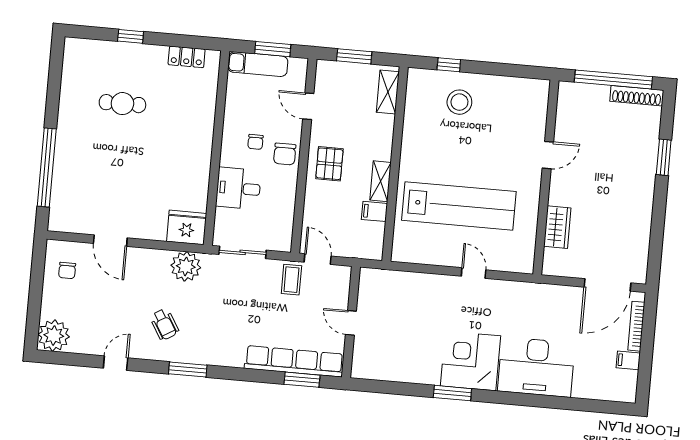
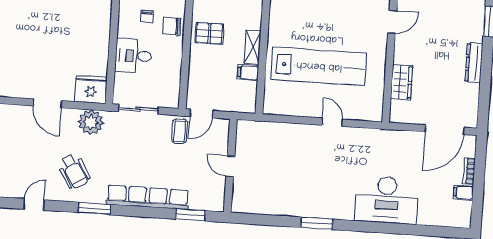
chair: (285, 154) -> (172, 26), turned 90
pallet: (329, 164) -> (209, 33), turned 90
dresser: (644, 206) -> (474, 63), added
door: (110, 241) -> (47, 103), moved
door: (318, 259) -> (201, 114), swing flipped
wheelchair: (164, 324) -> (74, 171), width x1.36, depth x1.37
bookcase: (636, 326) -> (469, 171), width x0.64
row of seats: (294, 361) -> (148, 197), moved
corner desk: (471, 361) -> (331, 196), removed

